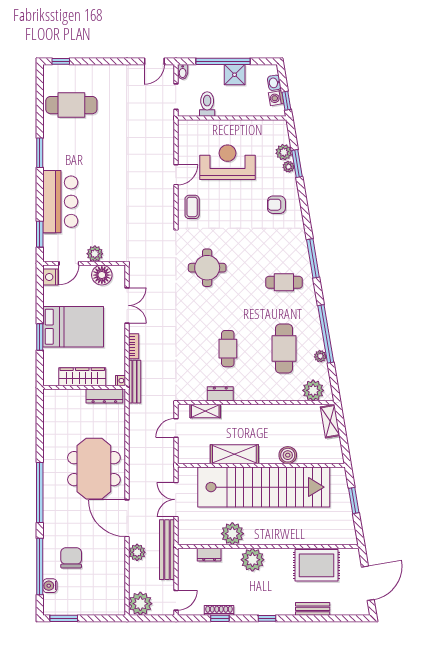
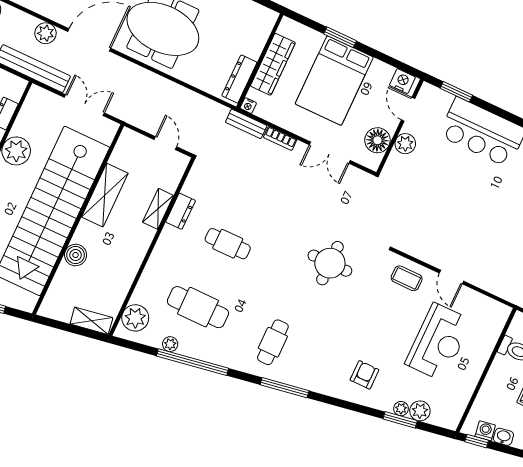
bench: (135, 382) -> (246, 124), width x0.73
shelving: (205, 411) -> (158, 209), moved

